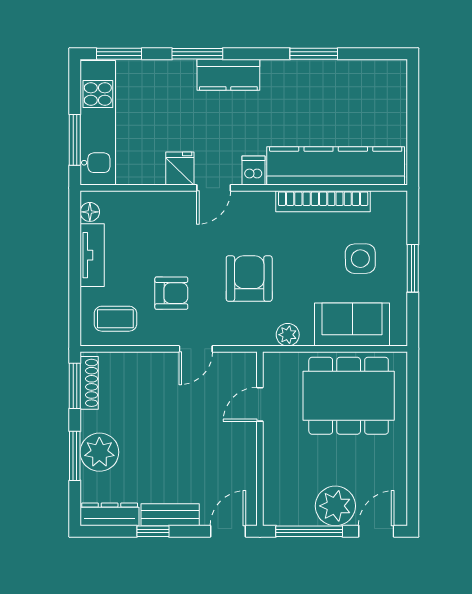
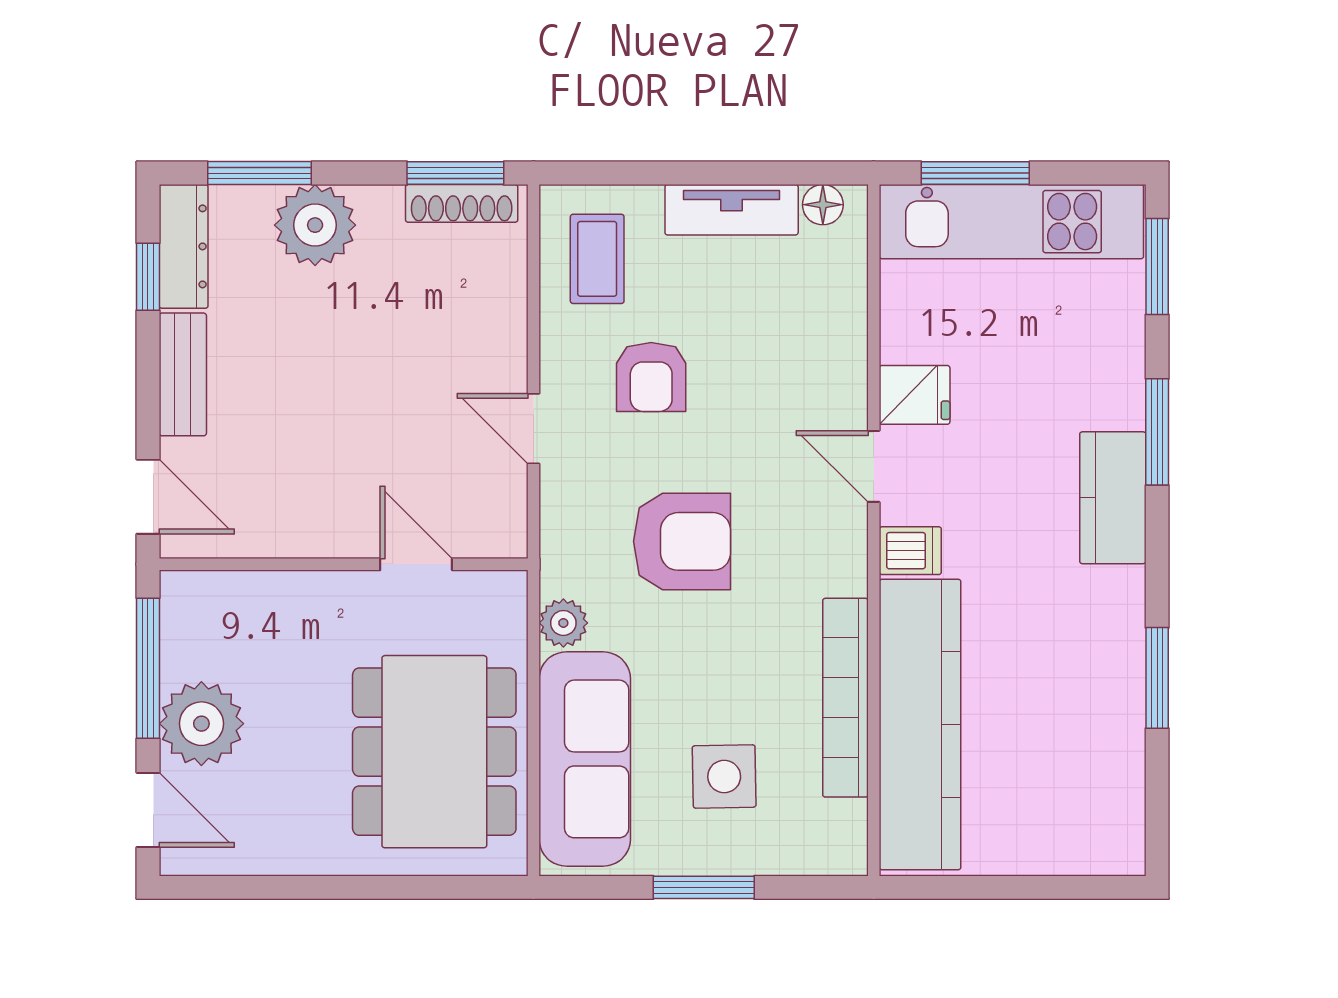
sofa: (352, 325) -> (585, 759), width x1.36
window: (75, 456) -> (260, 173), moved
window: (153, 531) -> (148, 277), moved

